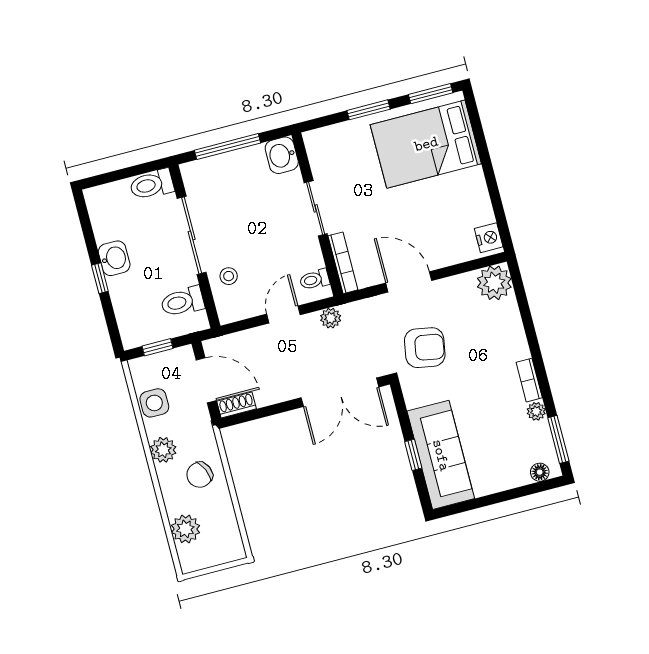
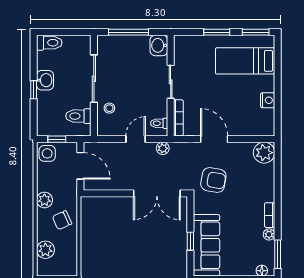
bed: (426, 144) -> (245, 61), width x0.67
toilet: (152, 184) -> (49, 43), moved, turned 180
nightstand: (489, 238) -> (268, 100), moved
side table: (154, 403) -> (47, 153), moved
shoe rack: (237, 405) -> (94, 185), removed

